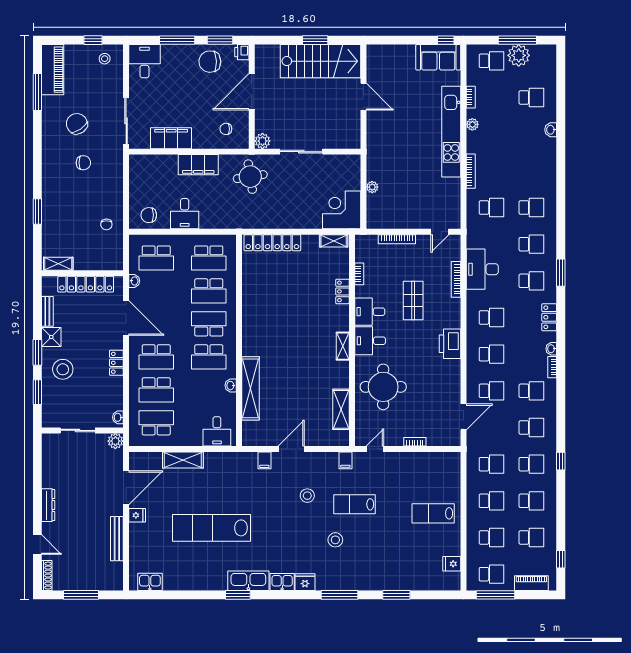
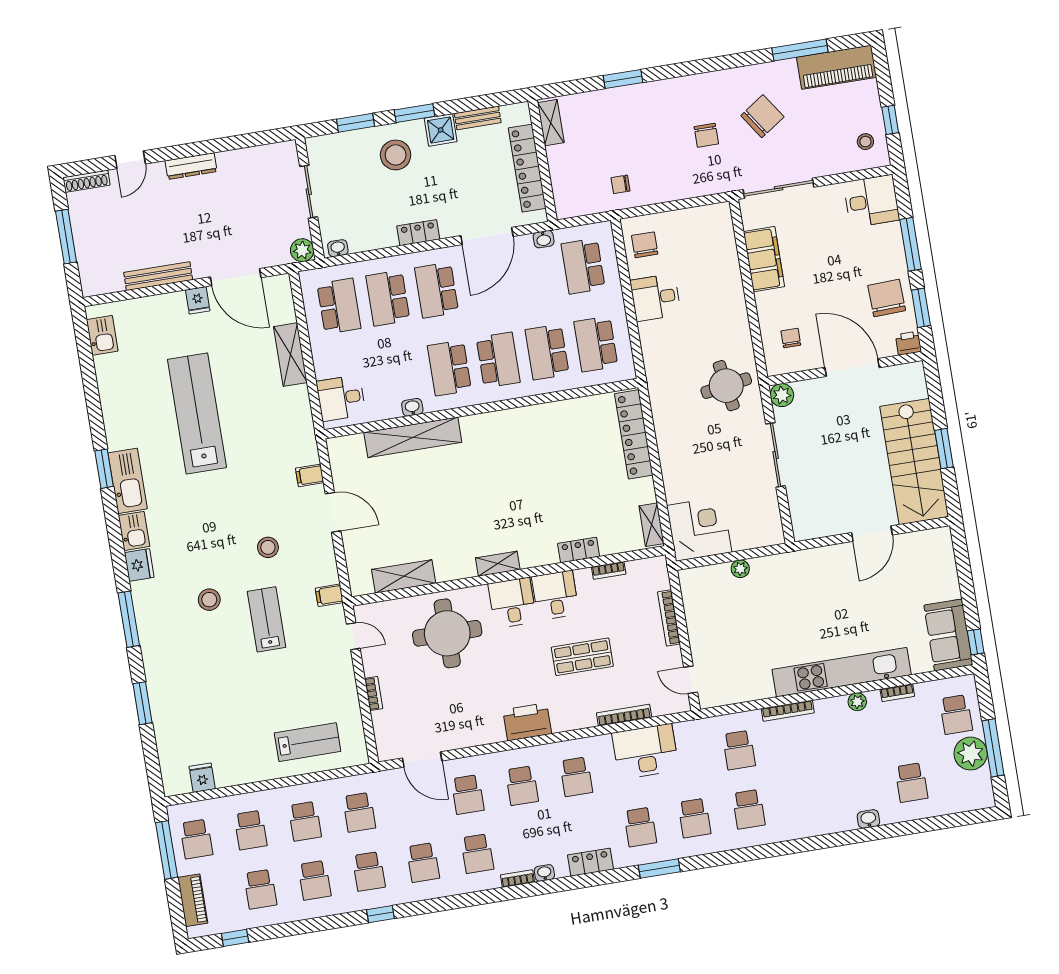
filing cabinet: (198, 165) -> (731, 306), removed
lab bench: (433, 513) -> (308, 742), moved, turned 90

